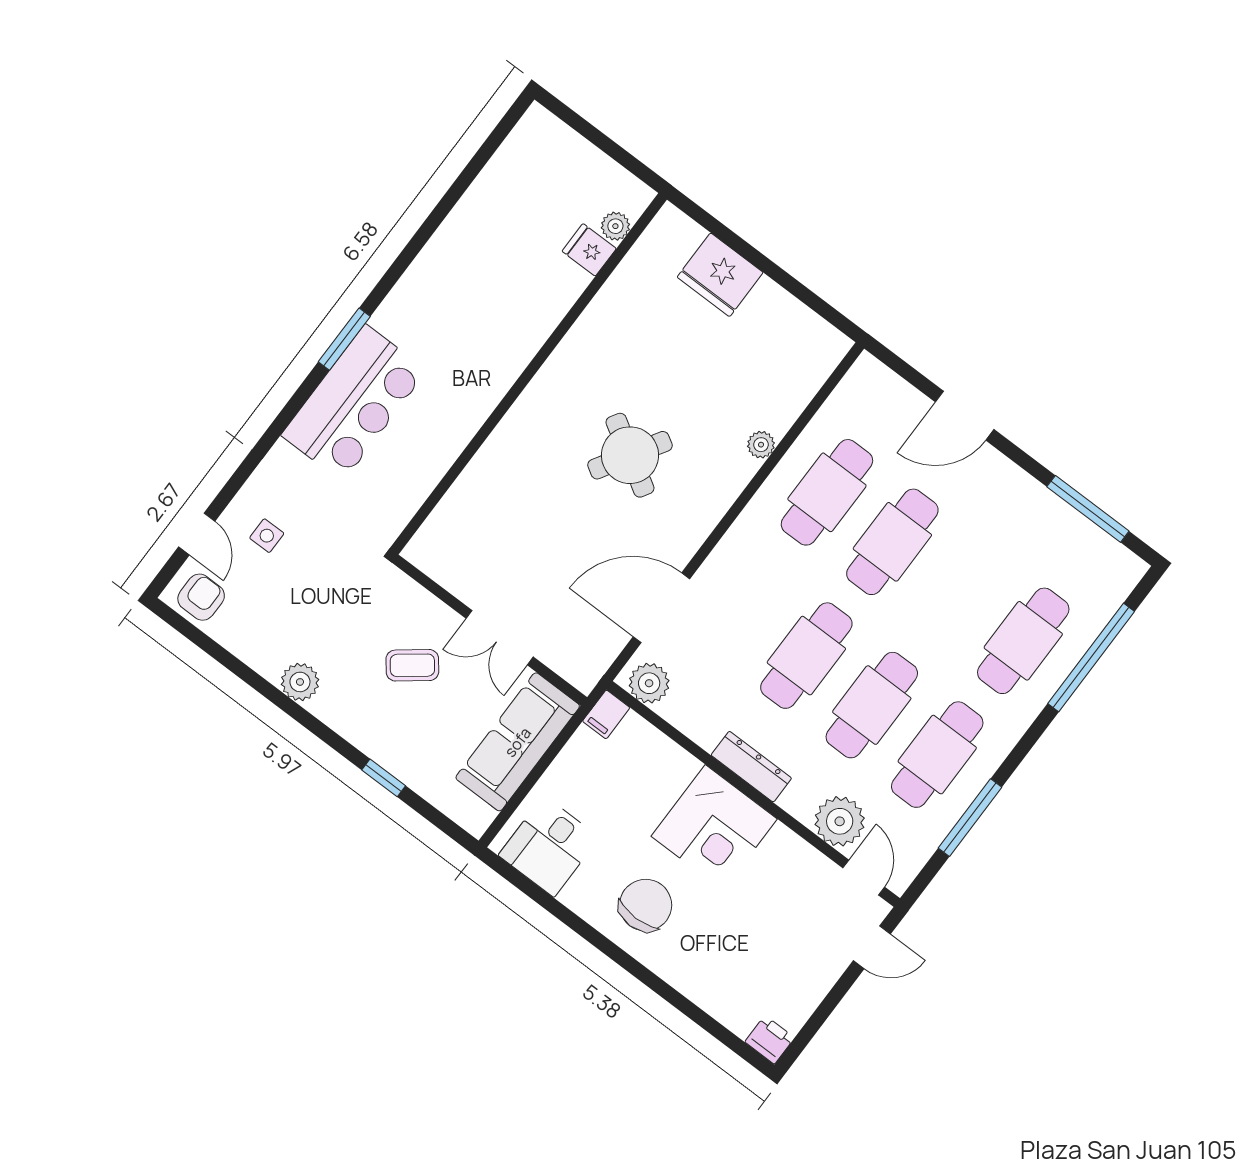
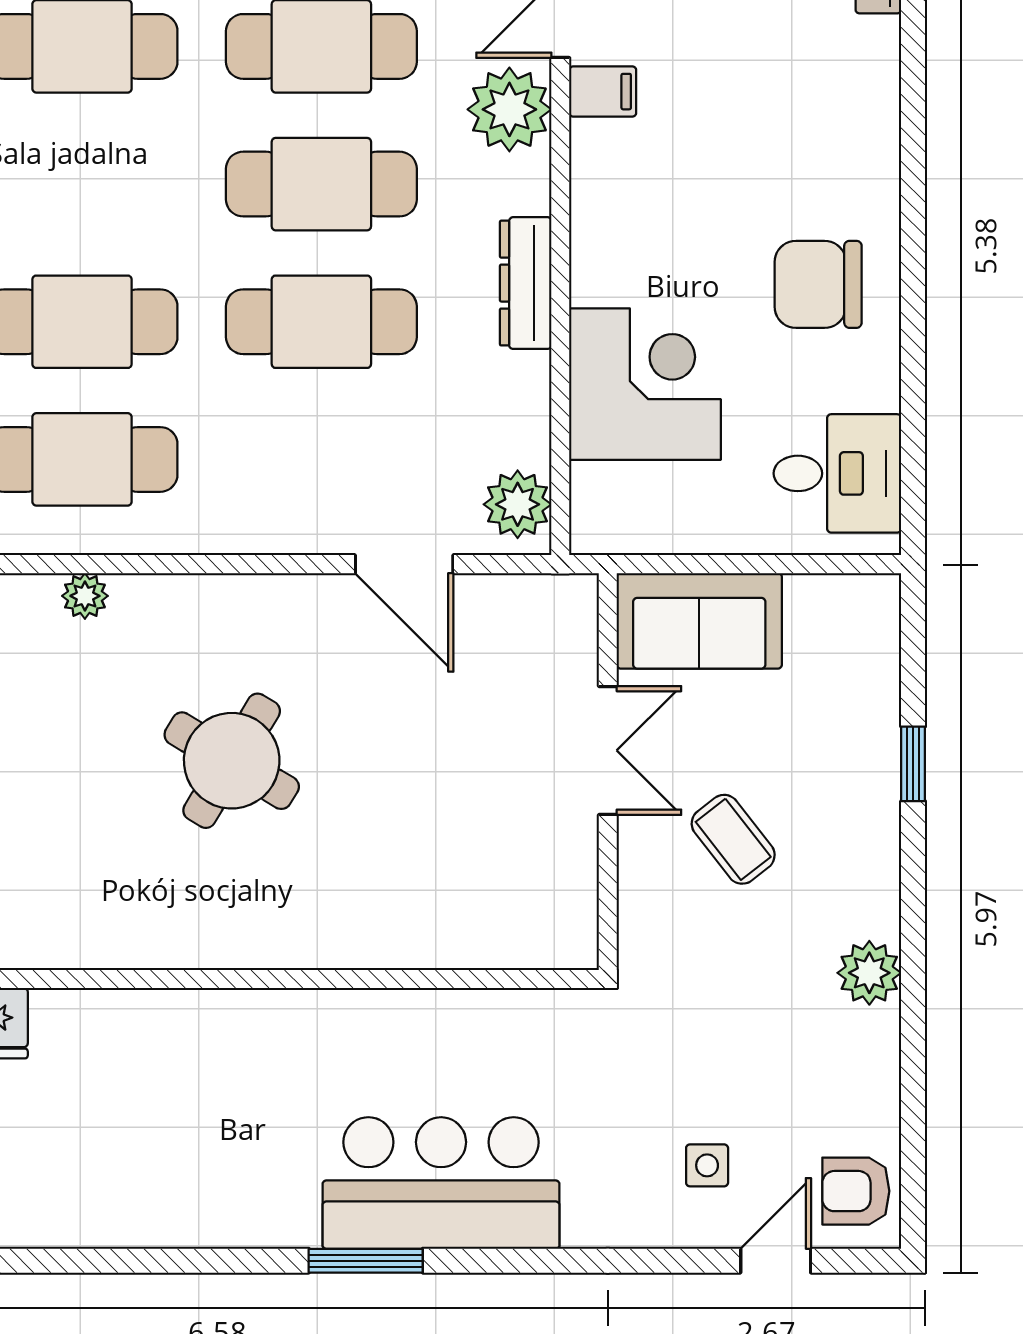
door: (661, 608) -> (404, 564), width x0.73
filing cabinet: (606, 714) -> (603, 92), moved
sofa: (518, 742) -> (699, 621), width x0.73
corner desk: (714, 828) -> (645, 384), moved

